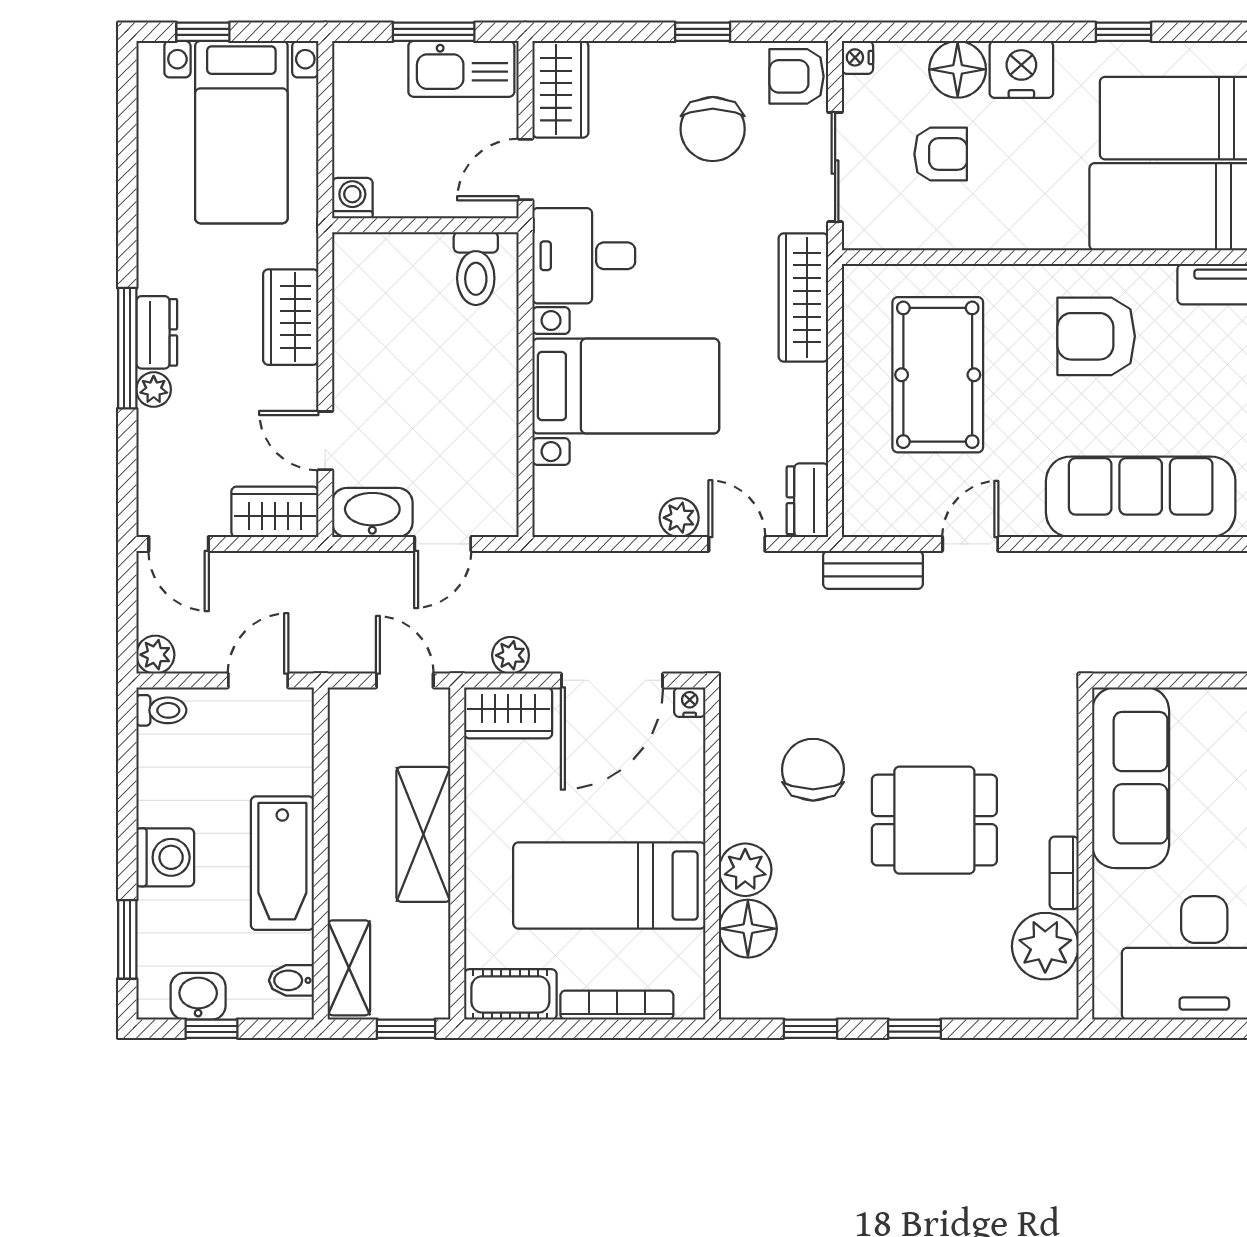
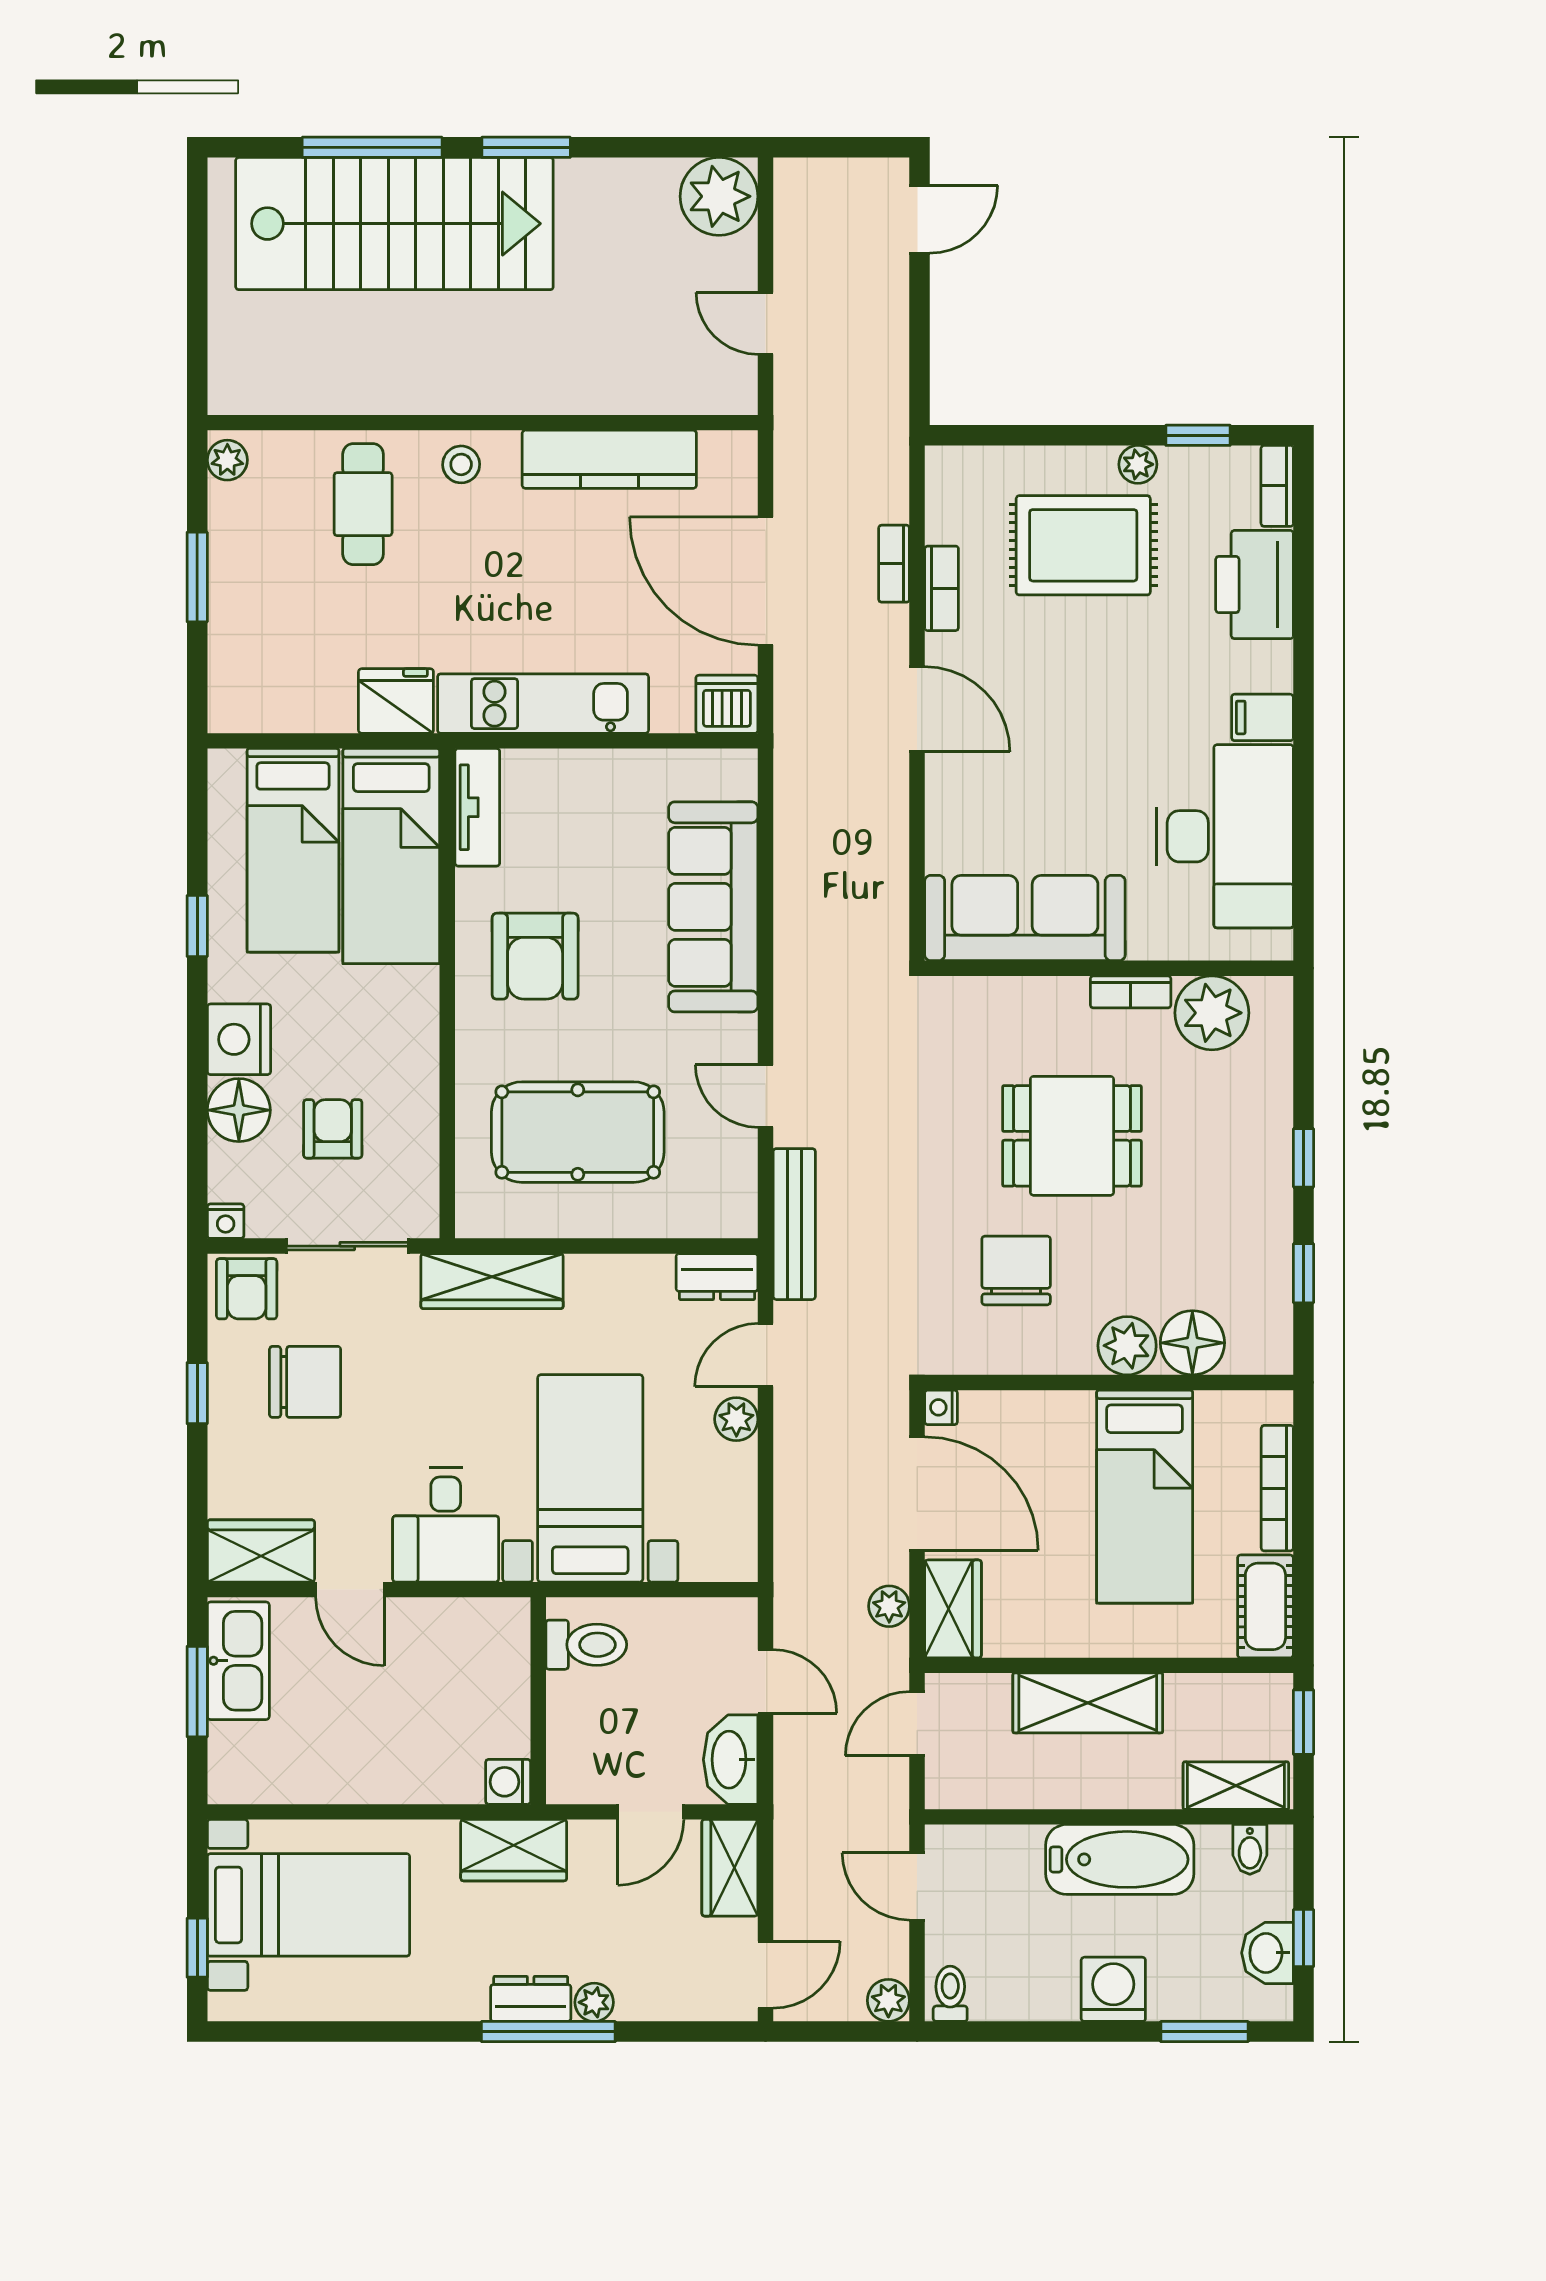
washing machine: (352, 198) -> (508, 1782), moved
wall: (425, 225) -> (538, 1701), moved
toilet: (476, 269) -> (586, 1645), moved
bench: (873, 570) -> (794, 1224), width x1.36
chair: (813, 770) -> (1016, 1270), turned 90
dining table: (934, 820) -> (1072, 1136), turned 90

